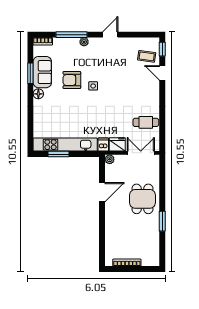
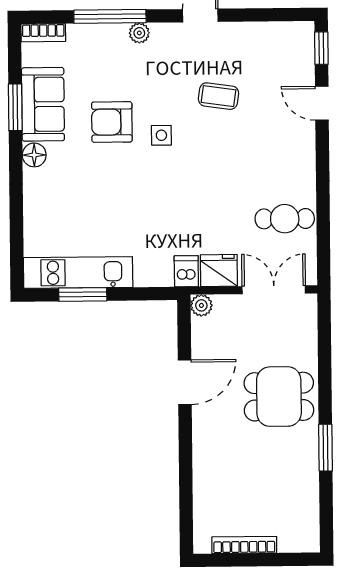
coffee table: (147, 56) -> (218, 96), moved
kitchen unit: (65, 145) -> (78, 273), width x0.73
dining table: (142, 199) -> (279, 397), turned 90

